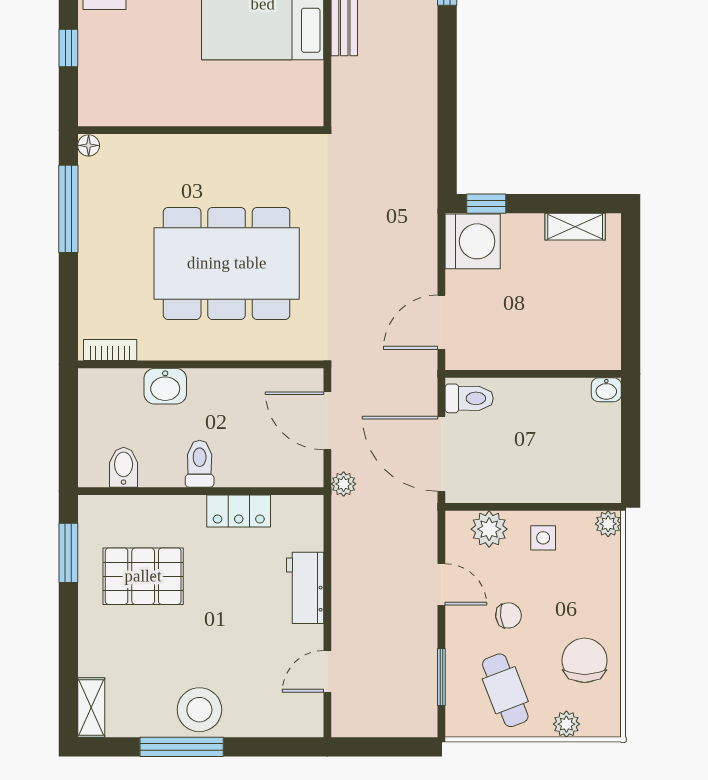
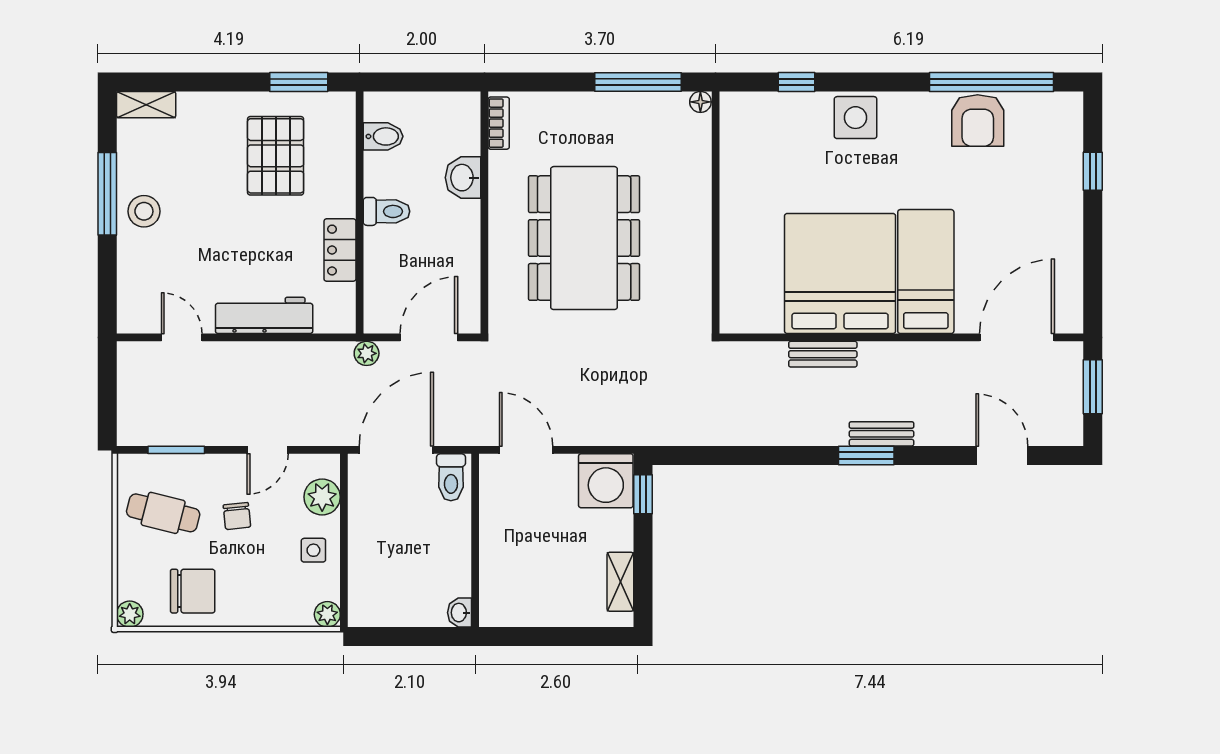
workbench: (305, 588) -> (264, 315), width x1.38
cafe table: (505, 690) -> (163, 513), turned 35
stool: (199, 710) -> (144, 211), width x0.73, depth x0.73
plant: (566, 724) -> (130, 614), moved

